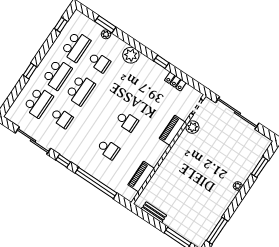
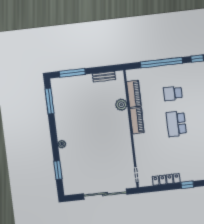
locker: (175, 82) -> (166, 179), width x1.53
school desk: (127, 121) -> (176, 124), width x1.85
plant: (192, 127) -> (121, 105), moved
piano: (172, 130) -> (137, 121), moved

